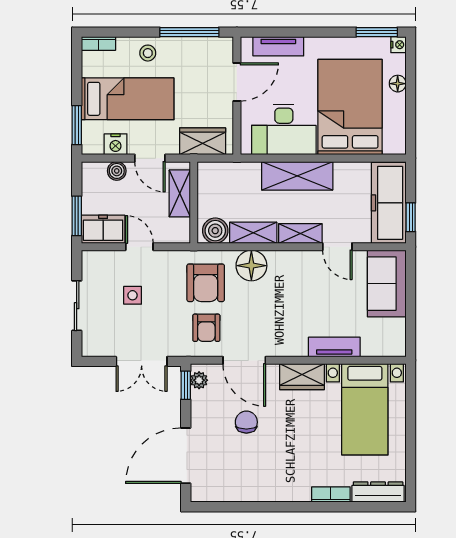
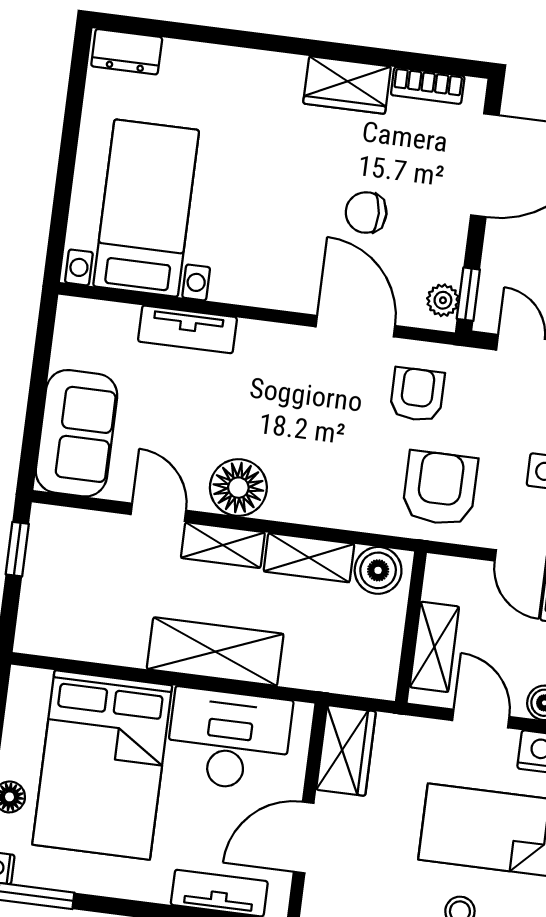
wardrobe: (203, 141) -> (346, 751), moved, turned -90
freezer: (389, 203) -> (54, 581), removed
floor lamp: (251, 266) -> (238, 488), moved
armchair: (206, 283) -> (440, 488), moved
wardrobe: (302, 377) -> (347, 85), moved, turned 180
chair: (246, 422) -> (366, 213), turned 87
dresser: (378, 492) -> (127, 52), width x0.70
bookcase: (331, 495) -> (428, 86), moved

